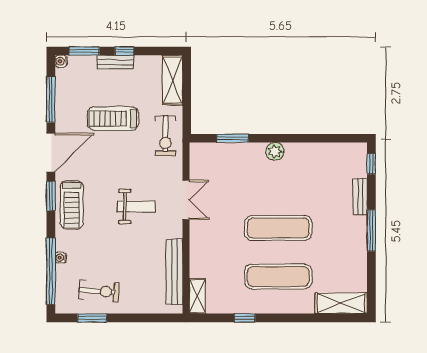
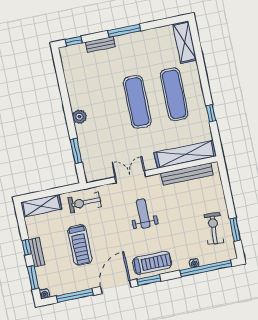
exercise bike: (165, 136) -> (85, 202), turned 180
door: (51, 153) -> (116, 287), hinge flipped
shelving: (197, 296) -> (185, 154), width x2.20, depth x1.33

